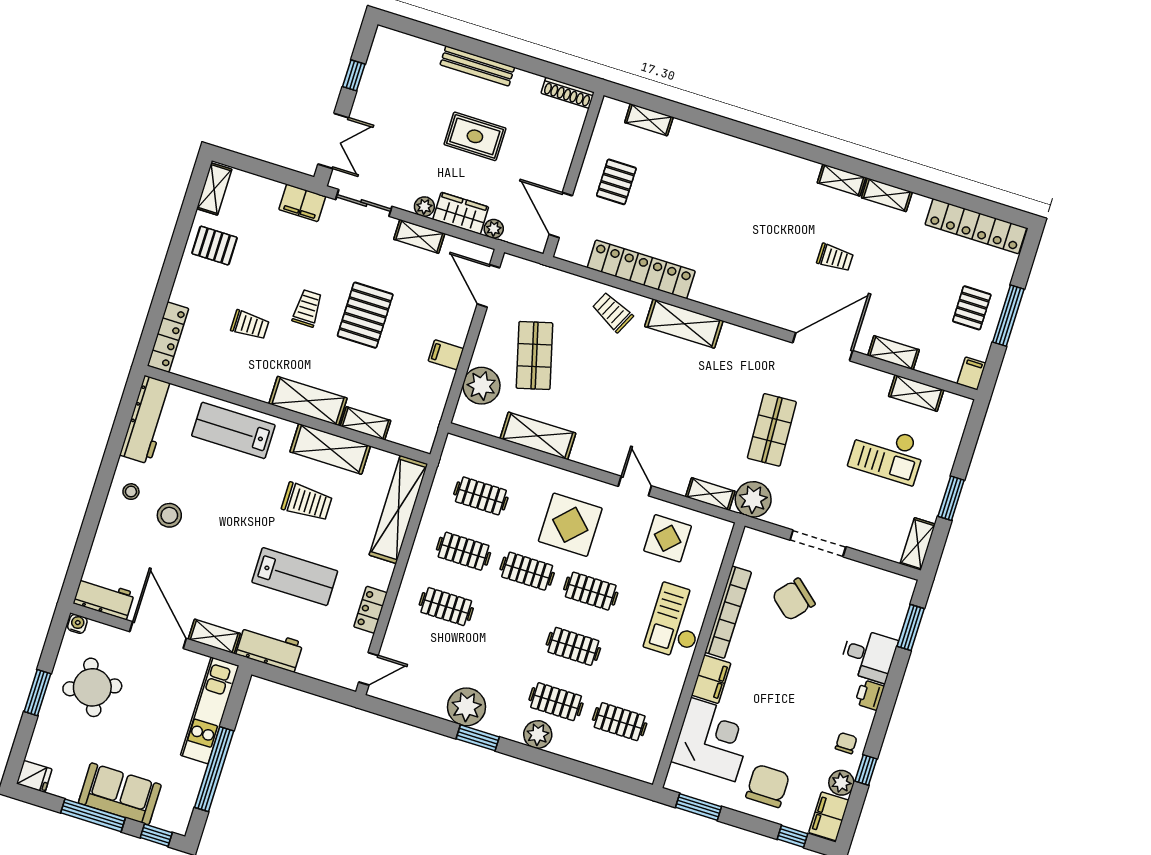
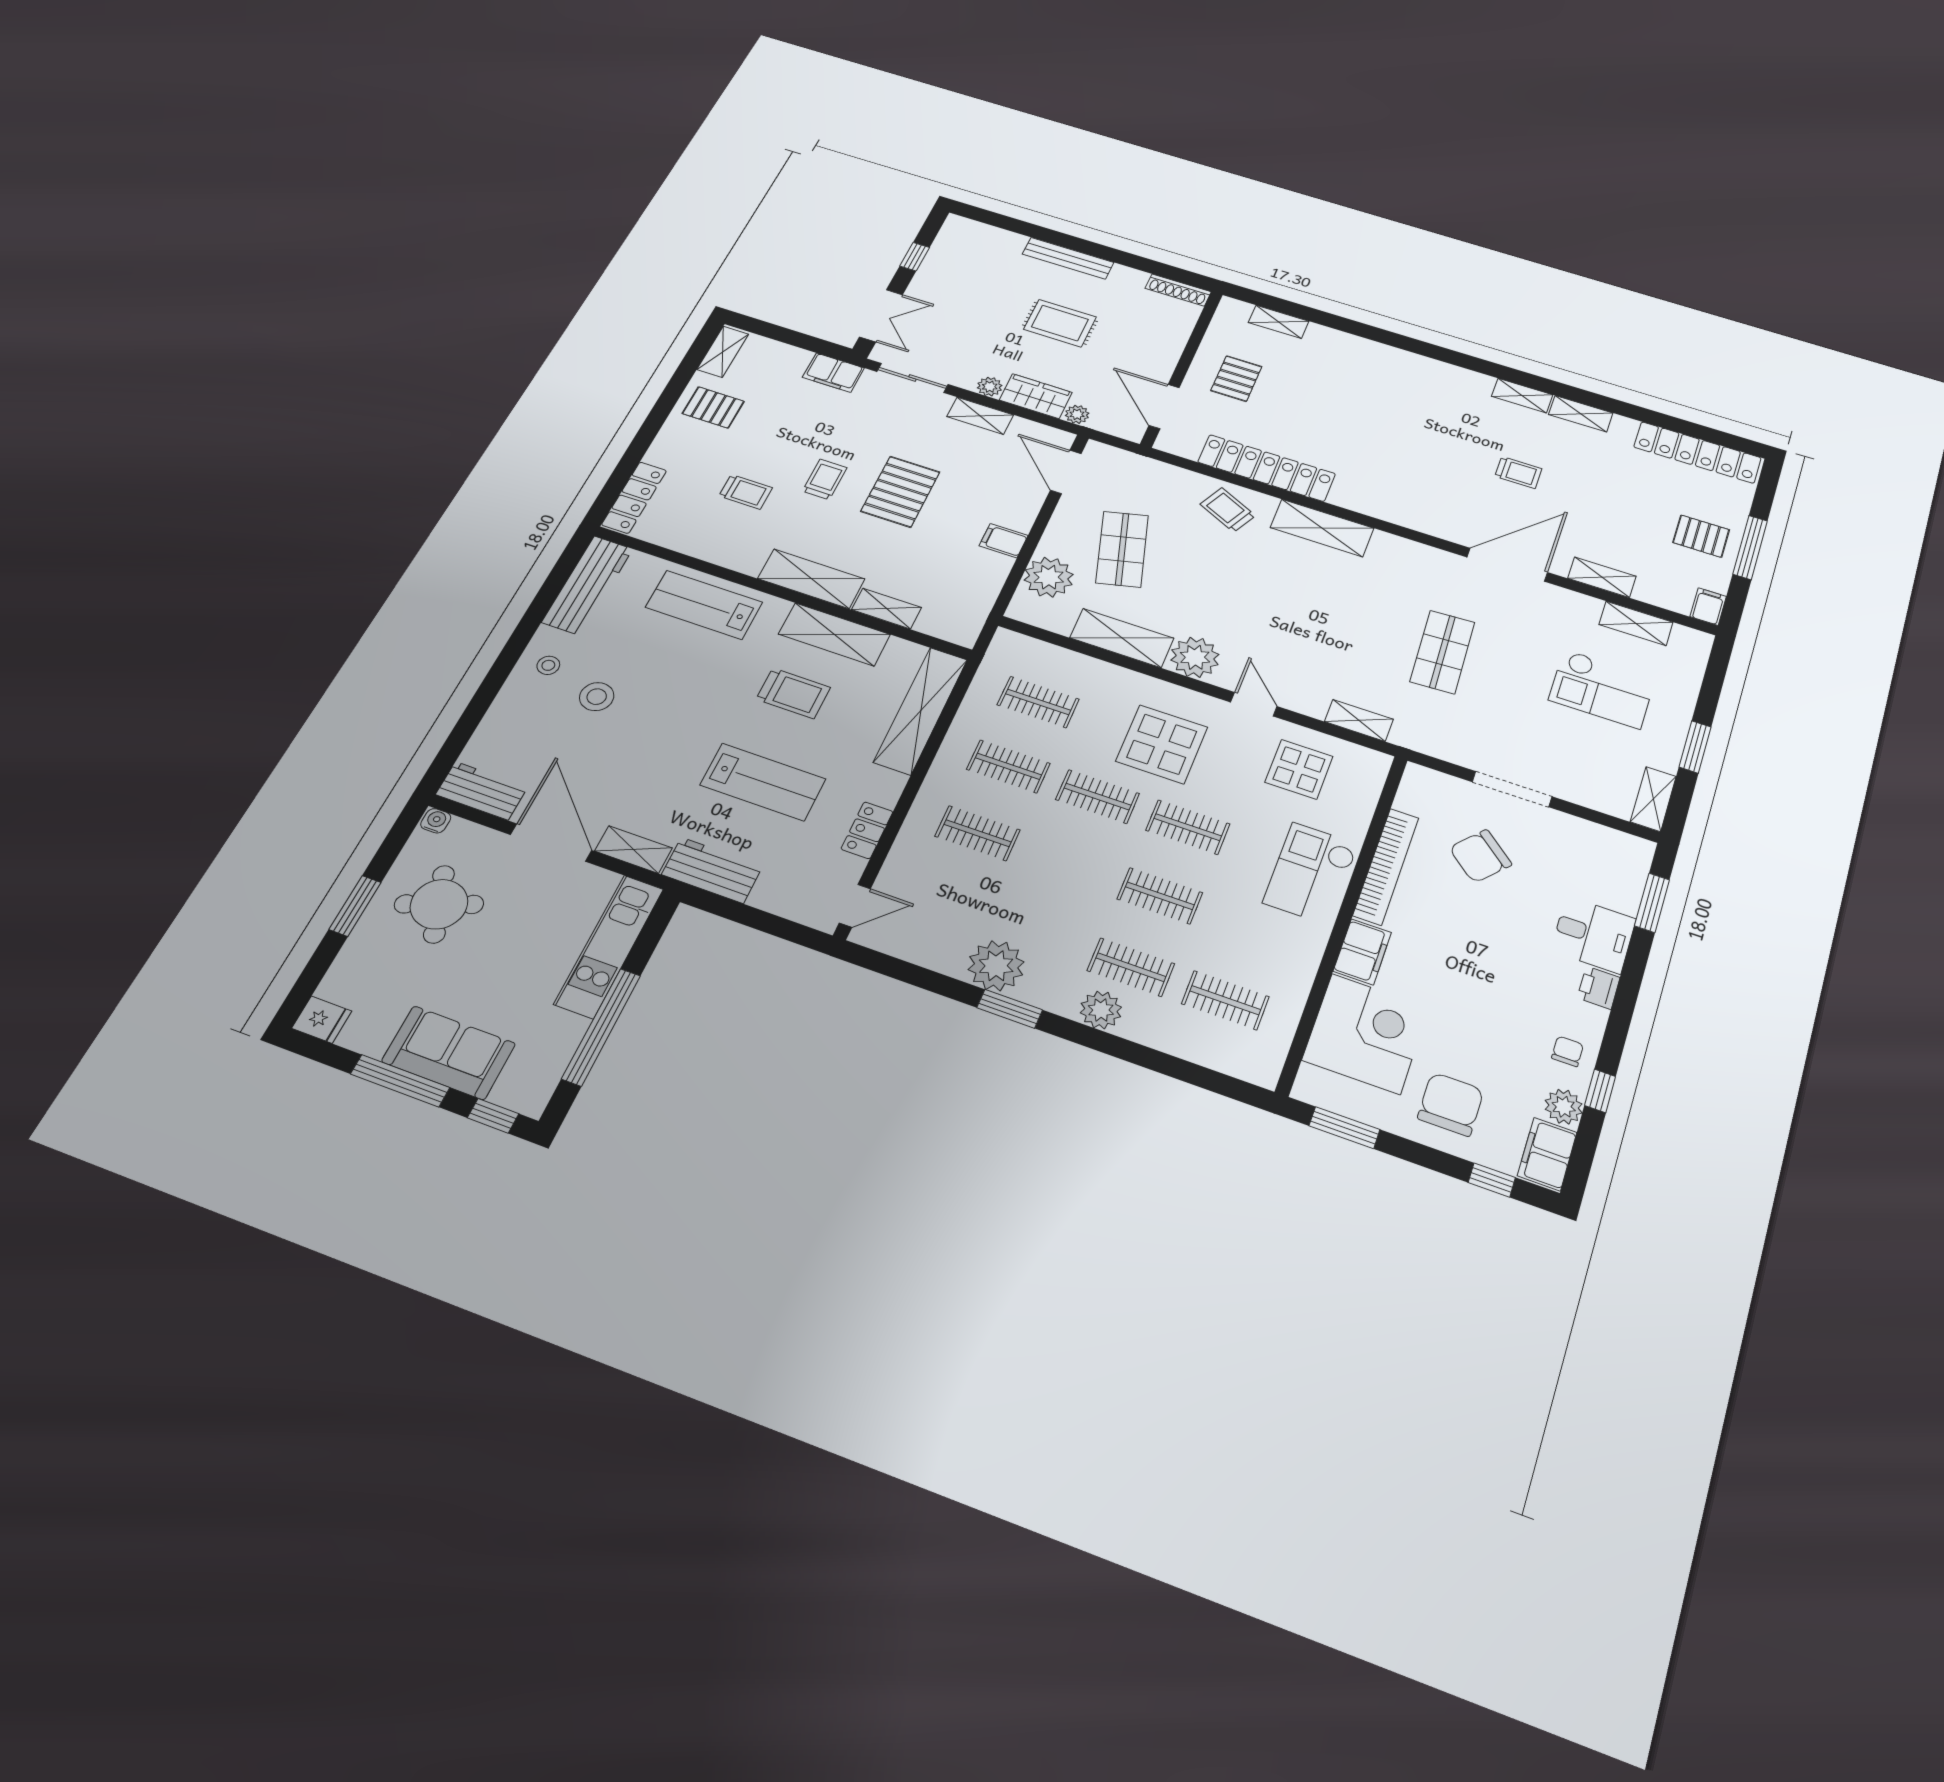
pallet: (972, 308) -> (1701, 536), turned 90
plant: (753, 499) -> (1195, 657), moved

